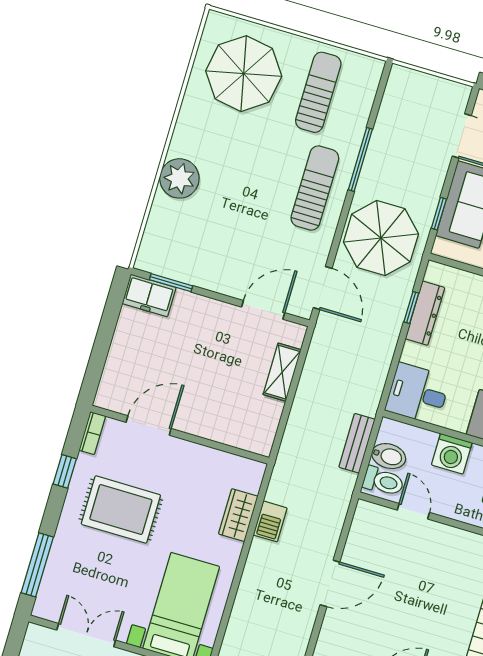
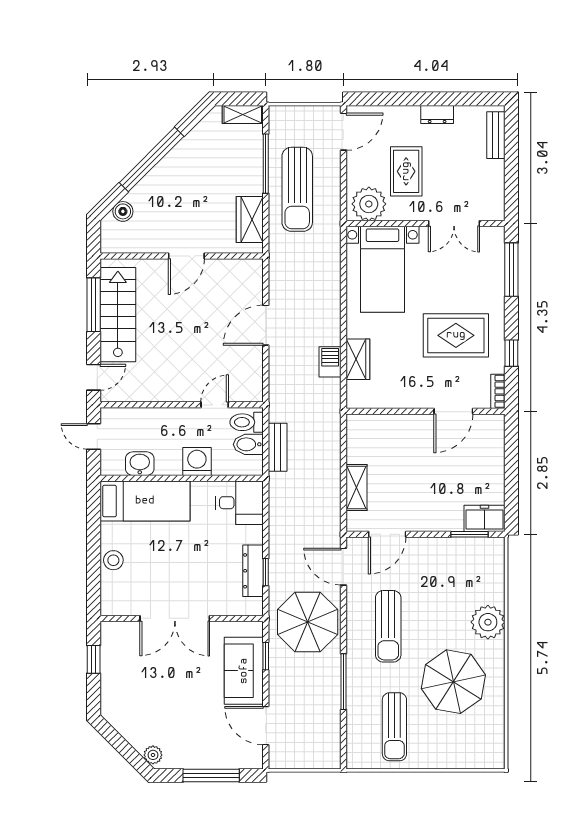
parasol: (244, 74) -> (453, 682), moved
sun lounger: (315, 188) -> (388, 626), moved
door: (413, 511) -> (215, 405), swing flipped

